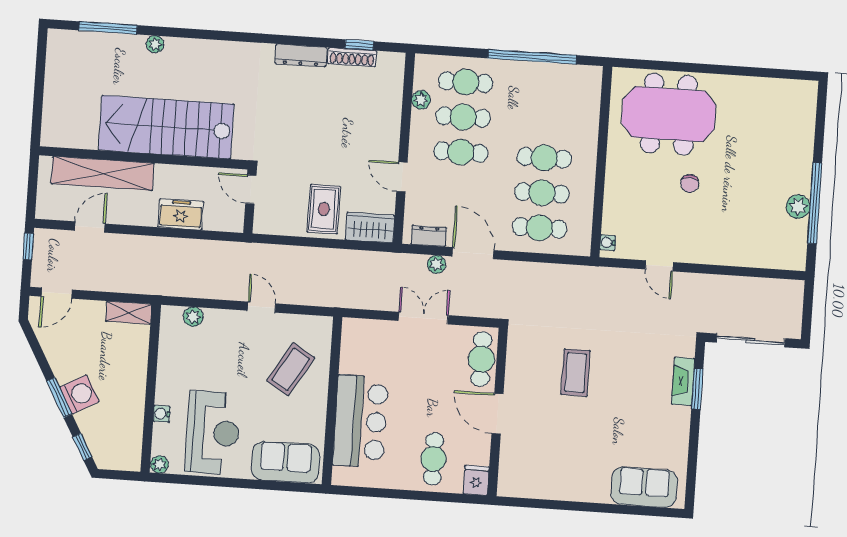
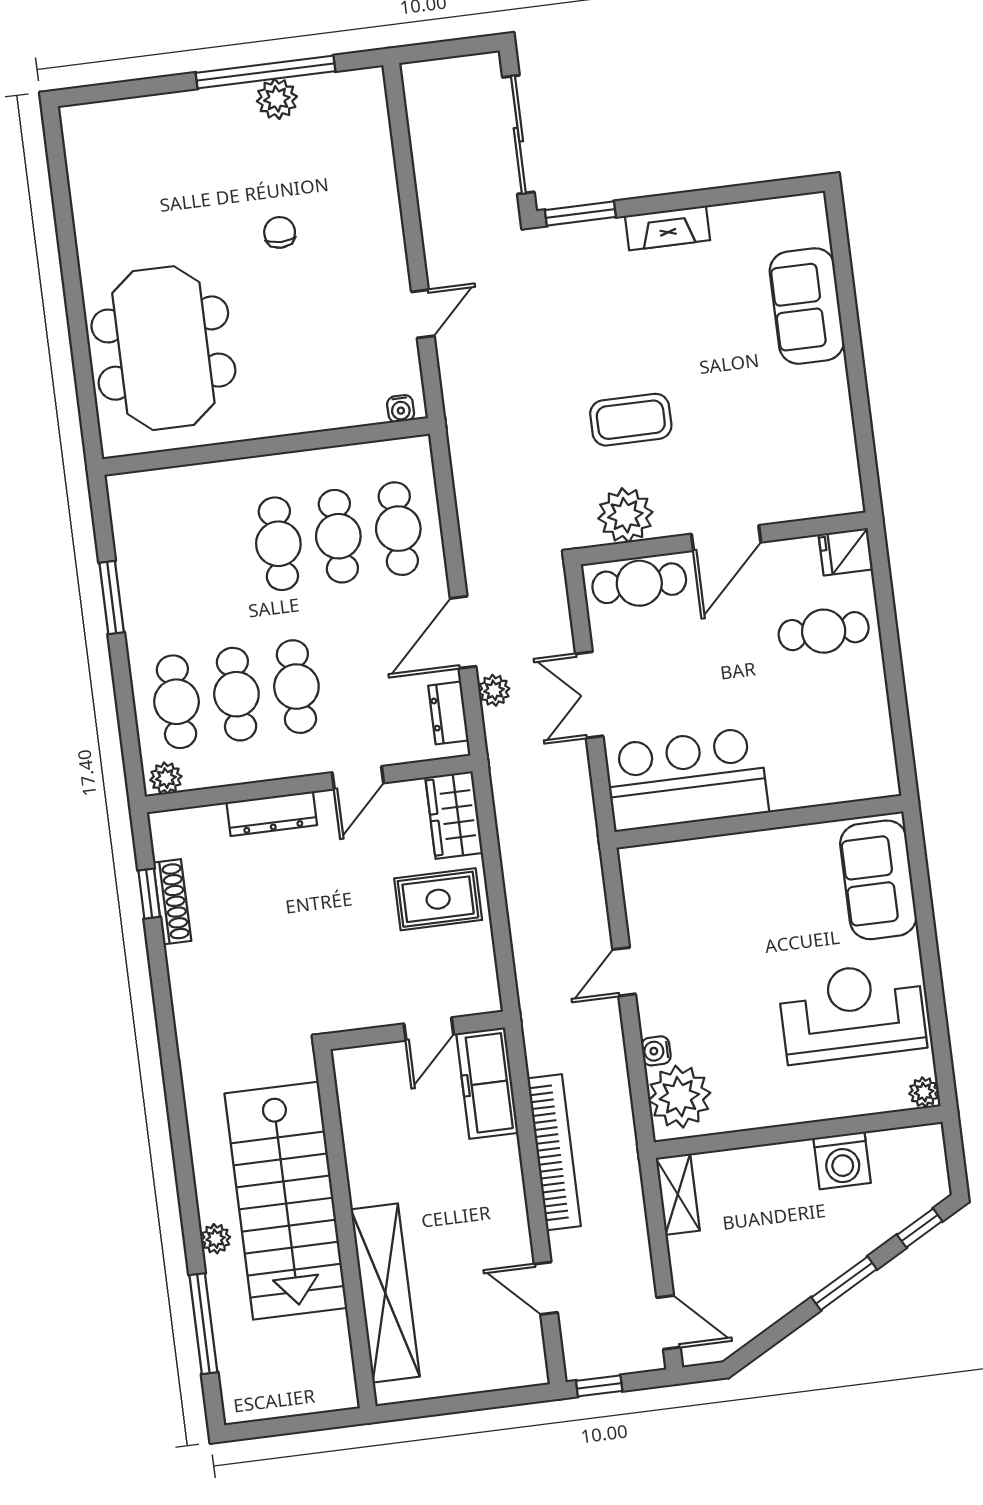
dresser: (301, 55) -> (272, 814), moved, turned 90
window: (532, 57) -> (112, 598), width x0.47
plant: (421, 100) -> (166, 778), moved
stairs: (166, 127) -> (286, 1201), moved
wall: (144, 158) -> (345, 1229), moved
shelving: (103, 173) -> (385, 1293), moved
chair: (690, 183) -> (280, 232), moved, turned -90
freezer: (181, 214) -> (487, 1083), moved, width x1.40
bookcase: (166, 247) -> (554, 1152), added
plant: (193, 317) -> (679, 1097), width x1.88, depth x1.88
plant: (522, 359) -> (625, 515), added
coffee table: (291, 369) -> (720, 902), removed
fireplace: (683, 381) -> (668, 228), moved
window: (697, 389) -> (580, 214), moved
washing machine: (79, 394) -> (842, 1160), moved, turned -151
water cooler: (162, 414) -> (656, 1051), moved, turned 90
bar counter: (360, 421) -> (686, 779), moved
sofa: (644, 487) -> (807, 306), moved

